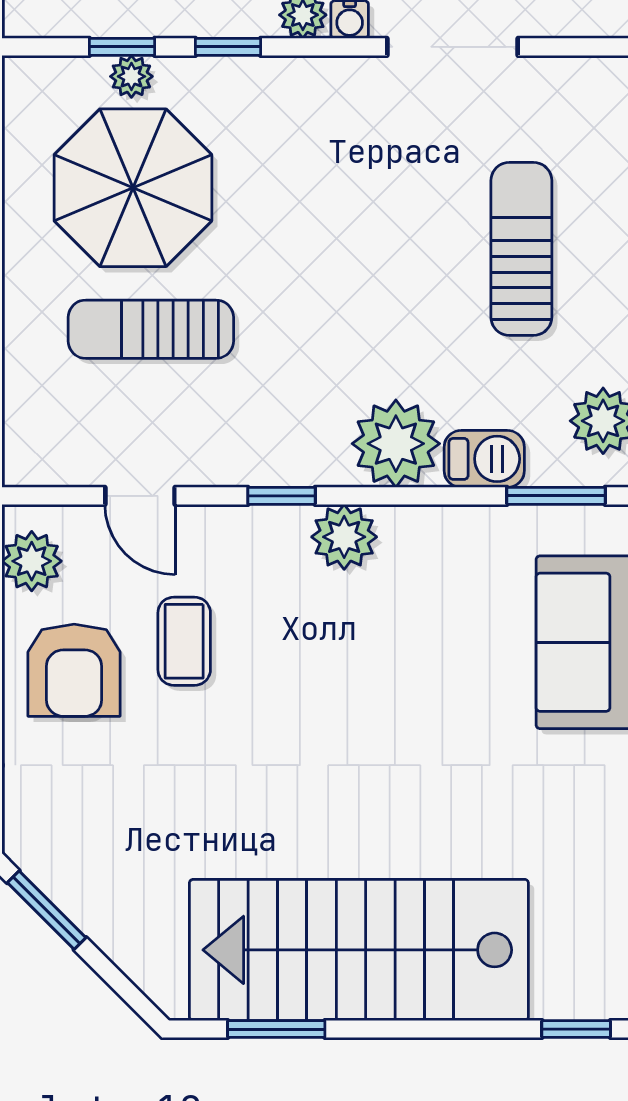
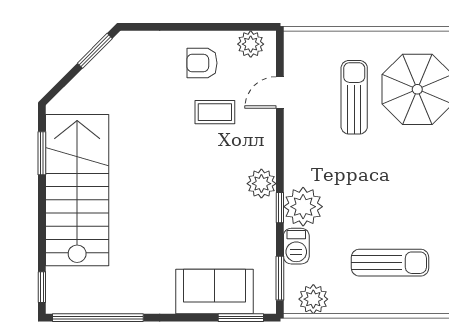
window: (281, 496) -> (280, 208), moved
armchair: (74, 670) -> (202, 63), width x0.72, depth x0.72

